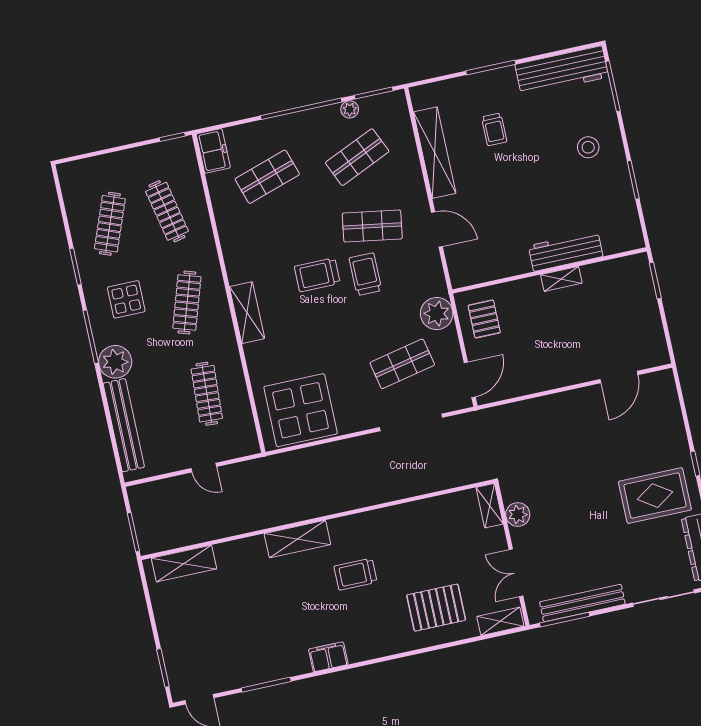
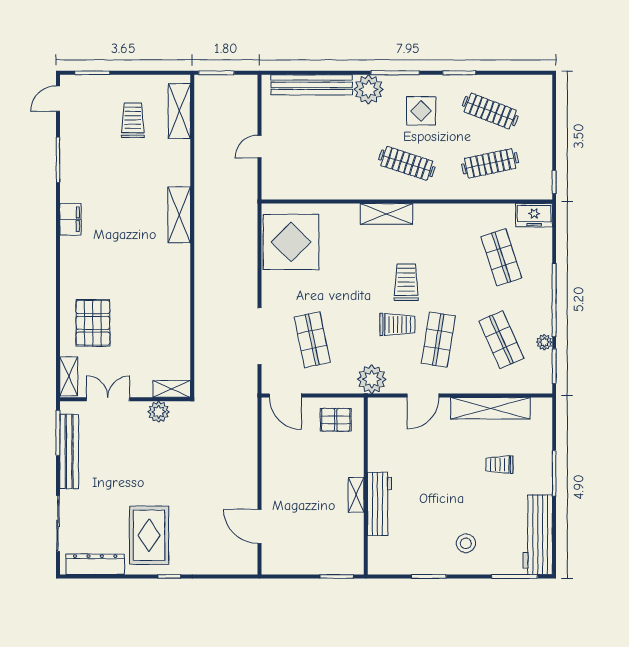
plant: (437, 314) -> (372, 379), moved
clothes rail: (207, 394) -> (323, 163), removed
trolley: (355, 574) -> (133, 120), moved

